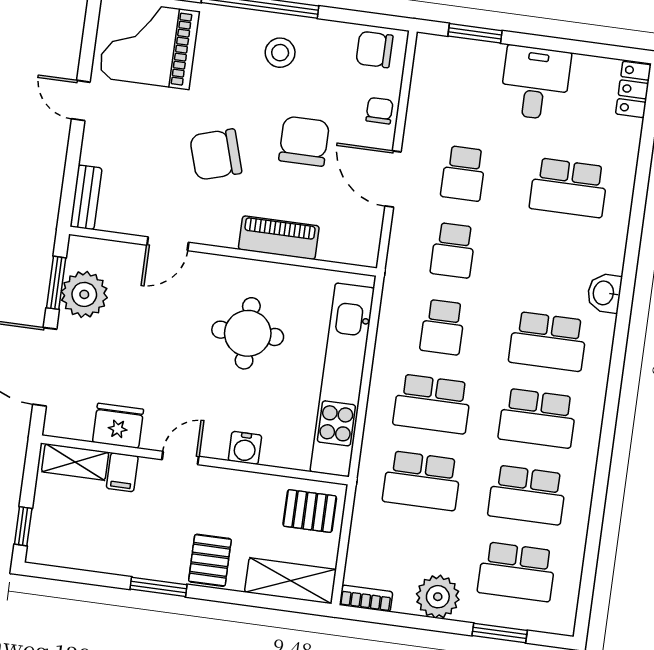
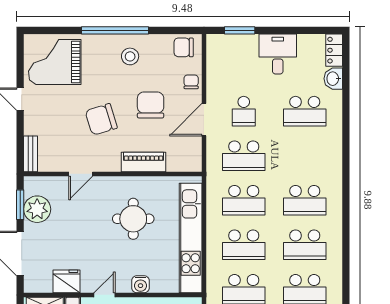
door: (393, 179) -> (204, 120), hinge flipped
school desk: (453, 250) -> (244, 156), width x1.85
washbasin: (604, 293) -> (333, 79), moved
school desk: (443, 327) -> (244, 200), width x1.85

